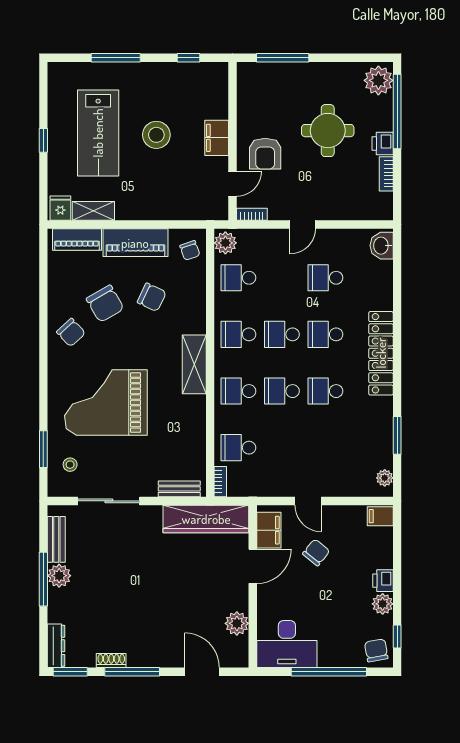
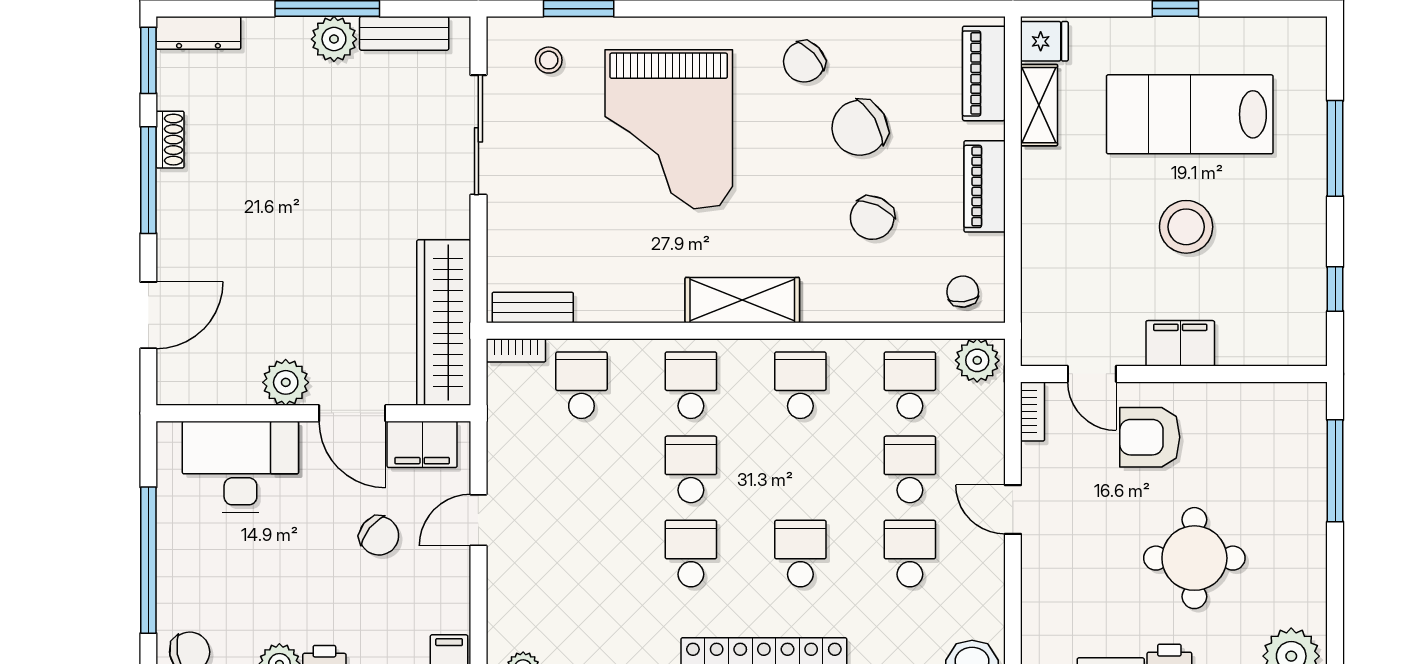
piano: (135, 243) -> (985, 186), width x0.73, depth x0.75
chair: (190, 250) -> (963, 292), turned 102
school desk: (282, 334) -> (910, 469), moved
grand piano: (106, 403) -> (669, 129), turned 180
bench: (179, 489) -> (533, 307), moved, turned 90
plant: (237, 623) -> (286, 382), moved
desk: (287, 644) -> (240, 467), moved, turned 90

